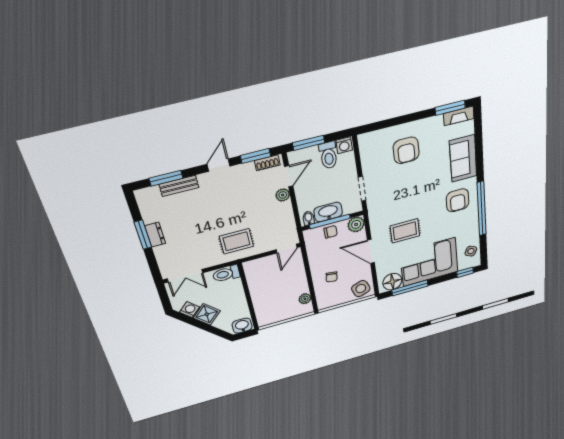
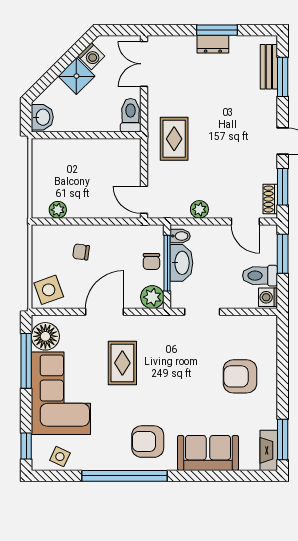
bench: (179, 186) -> (269, 67), moved
plant: (283, 195) -> (199, 209), moved

